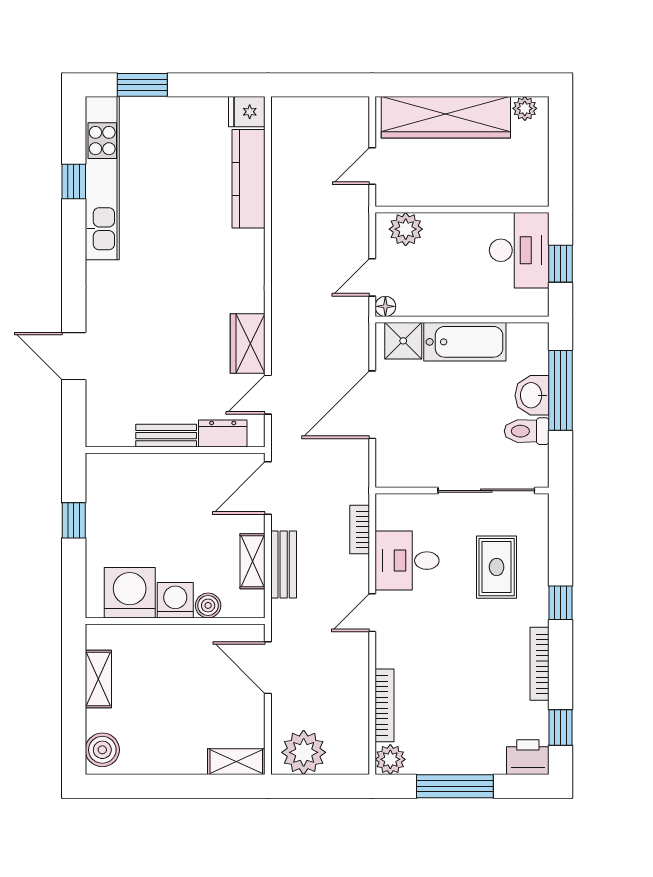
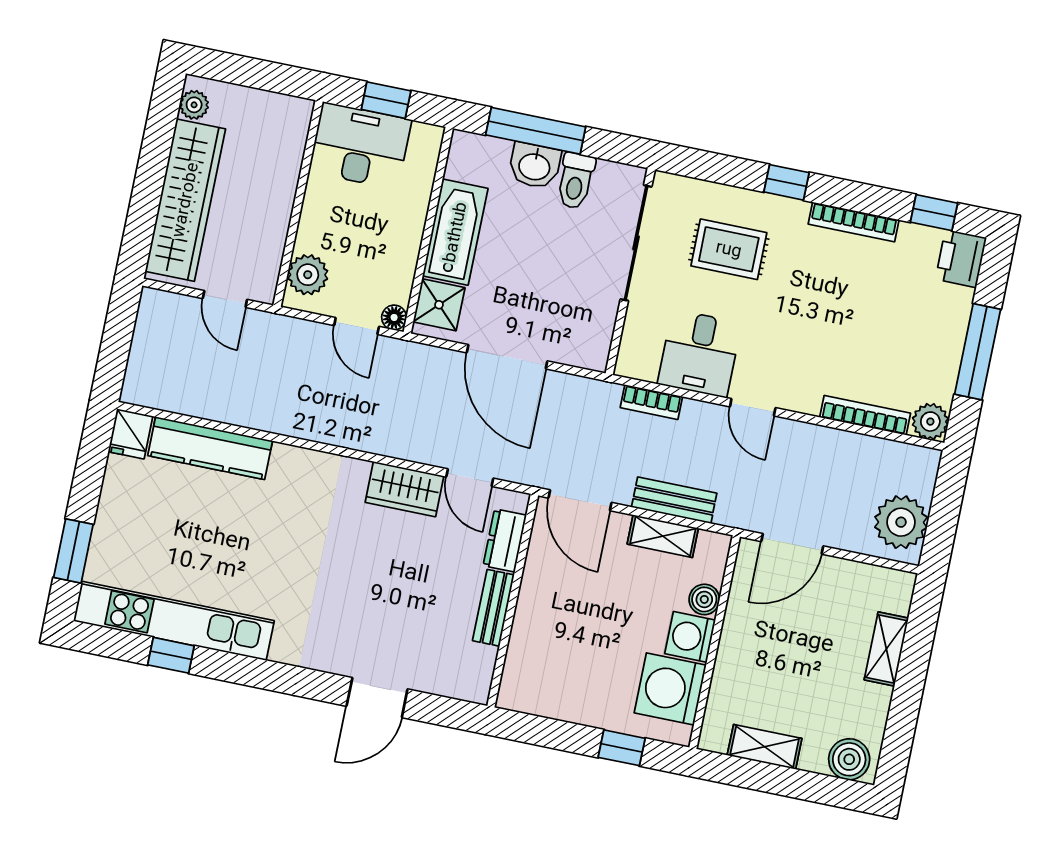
window: (74, 520) -> (622, 748), moved
shelving: (236, 762) -> (886, 649), moved

